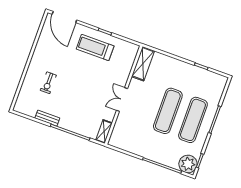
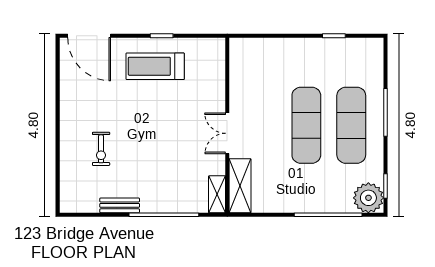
shelving: (143, 64) -> (240, 186), moved

